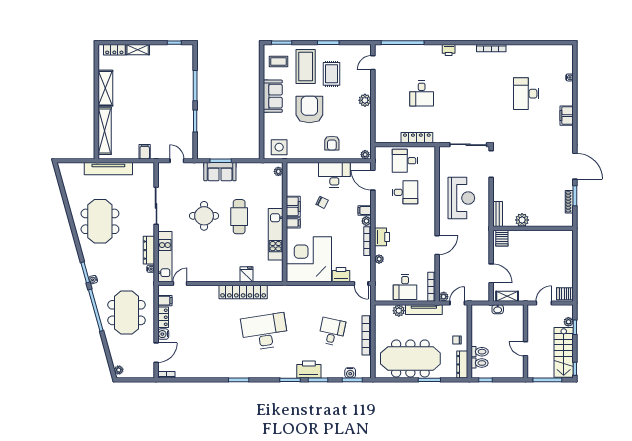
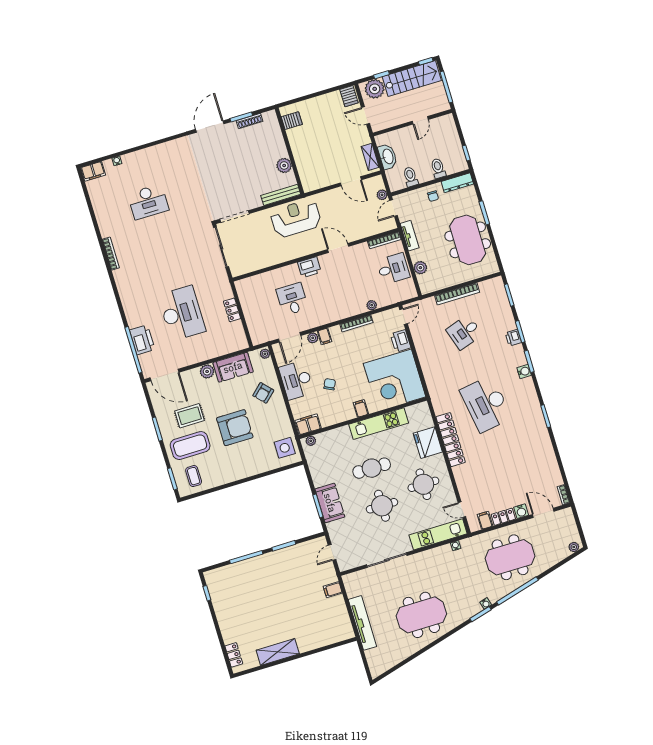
shelving: (138, 50) -> (226, 630), removed
printer: (449, 50) -> (142, 340), moved, width x1.87, depth x1.48
door: (373, 63) -> (164, 375), width x1.87
desk: (422, 94) -> (182, 313), width x1.87, depth x1.30
sofa: (273, 96) -> (233, 367), moved, turned 180
armchair: (309, 110) -> (235, 428), turned 180
filing cabinet: (567, 116) -> (93, 171), moved
shelving: (105, 131) -> (323, 639), removed
locker: (417, 138) -> (232, 310), width x0.66
armchair: (332, 143) -> (263, 393), turned 137
desk: (405, 161) -> (259, 309), removed
reception desk: (461, 198) -> (296, 218), moved
filing cabinet: (293, 206) -> (308, 424), moved
bench: (498, 214) -> (281, 195), width x1.36
plant: (366, 221) -> (313, 338), moved
printer: (382, 237) -> (309, 267), moved, turned 180
server rack: (502, 238) -> (292, 121), moved
dresser: (149, 250) -> (436, 554), removed
round table: (212, 257) -> (423, 484), added
door: (491, 273) -> (351, 181), swing flipped
fridge: (246, 274) -> (428, 443), width x1.88, depth x1.34
plant: (444, 297) -> (382, 195), moved
door: (457, 303) -> (393, 208), hinge flipped
washbasin: (498, 309) -> (388, 157), width x1.91, depth x1.45
tv unit: (424, 310) -> (410, 236), width x0.71
plant: (568, 322) -> (375, 89), width x1.88, depth x1.88
desk: (332, 332) -> (464, 332), turned -30
meeting table: (410, 358) -> (468, 240), width x0.73
toilet: (480, 363) -> (411, 177), moved
printer: (309, 370) -> (513, 338), width x0.53, depth x0.68
water cooler: (350, 373) -> (524, 371), moved

